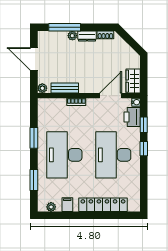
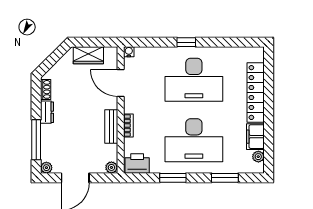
plant: (72, 36) -> (46, 168), moved
wardrobe: (133, 81) -> (88, 55), moved
bench: (65, 88) -> (111, 127), moved
printer: (132, 117) -> (137, 163), moved, turned 180
window: (144, 125) -> (156, 42), removed
filing cabinet: (67, 205) -> (255, 137), width x2.00

